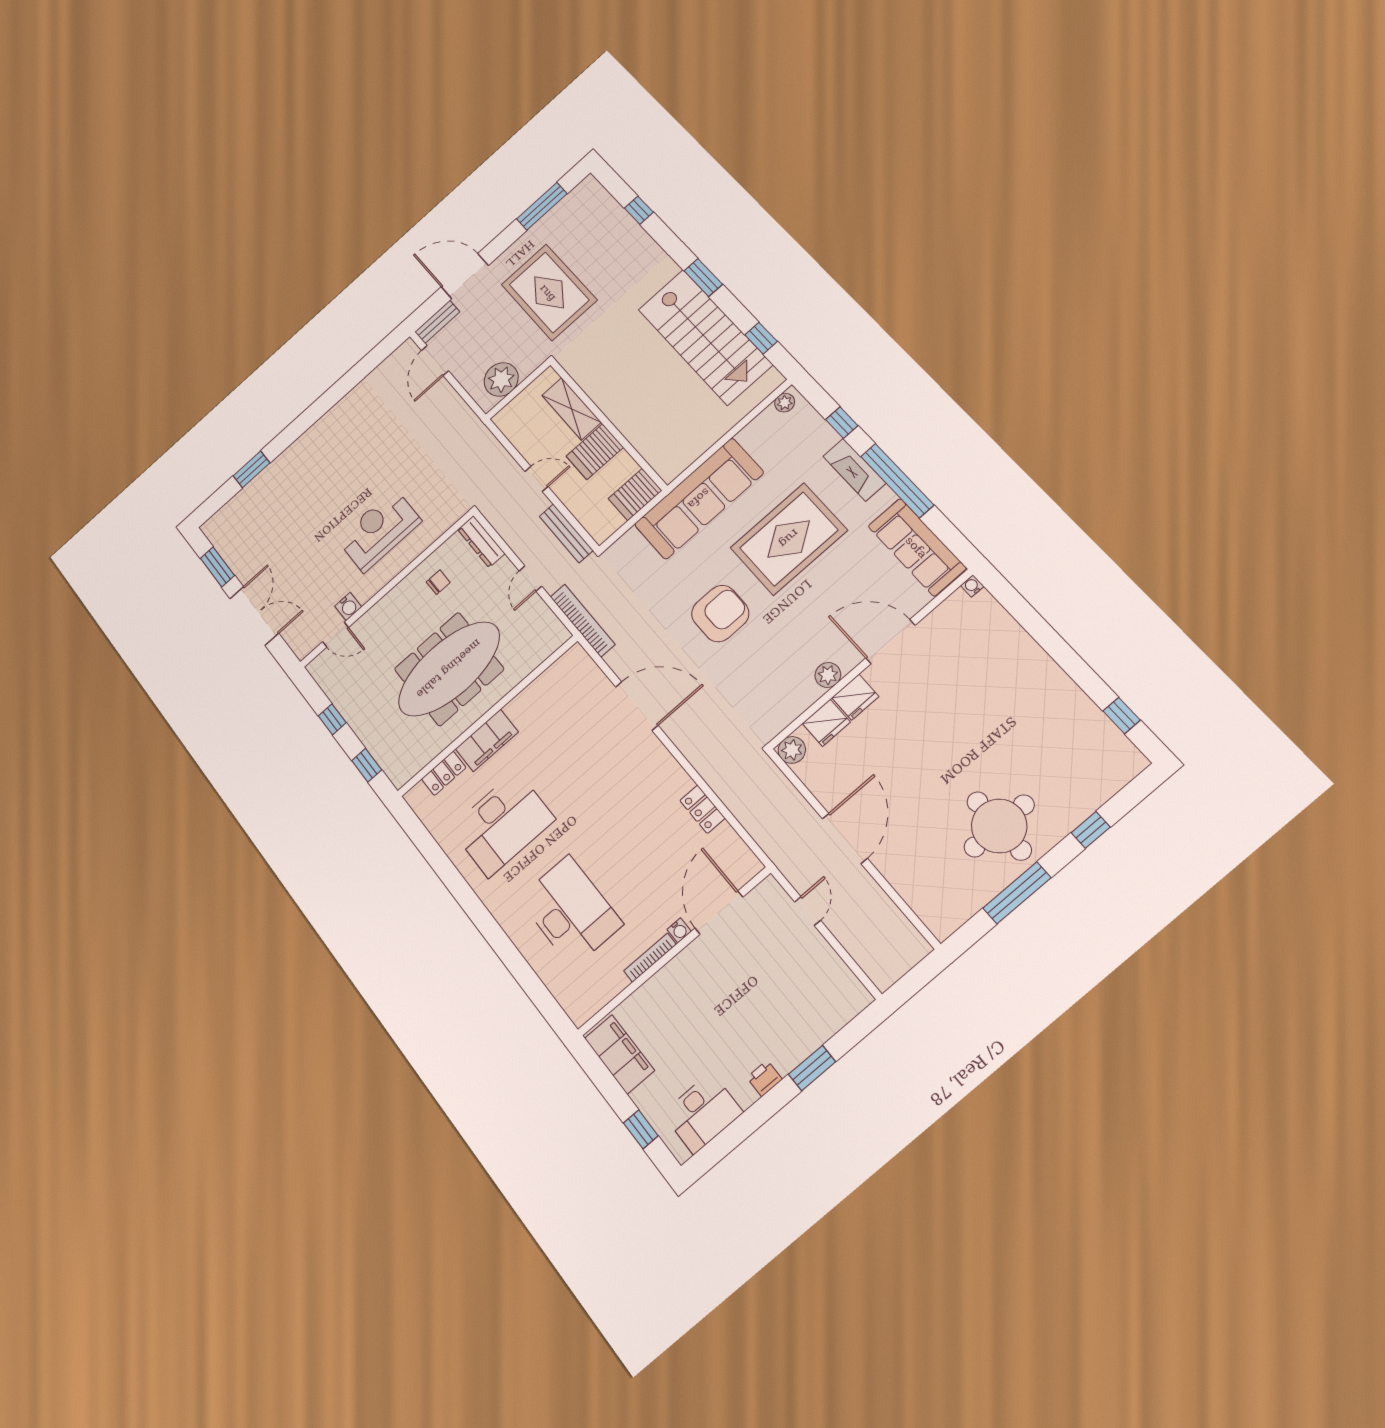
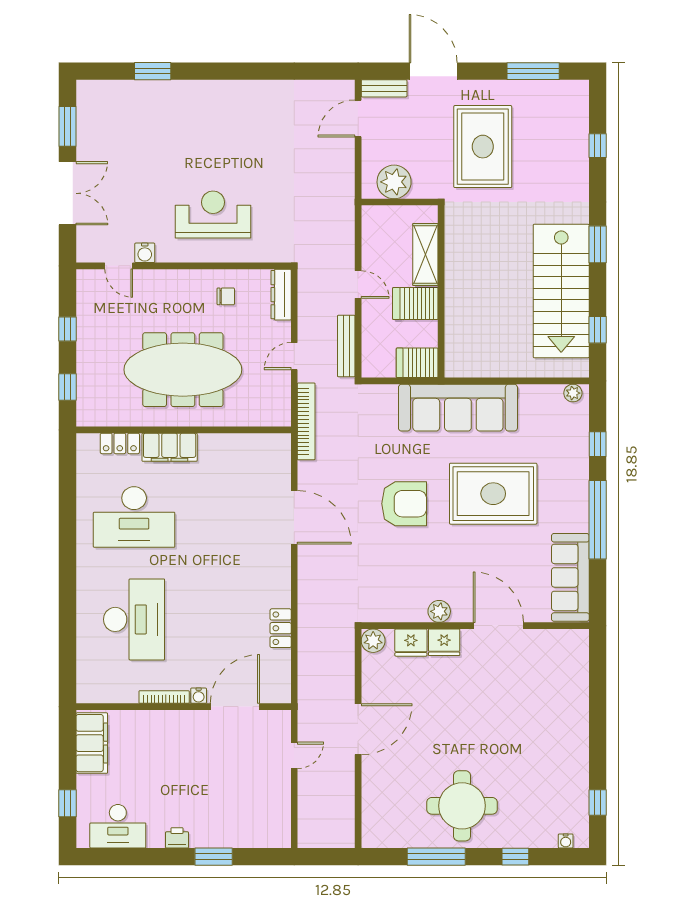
fireplace: (854, 470) -> (577, 486), removed
water cooler: (972, 586) -> (566, 841), moved, turned 180

